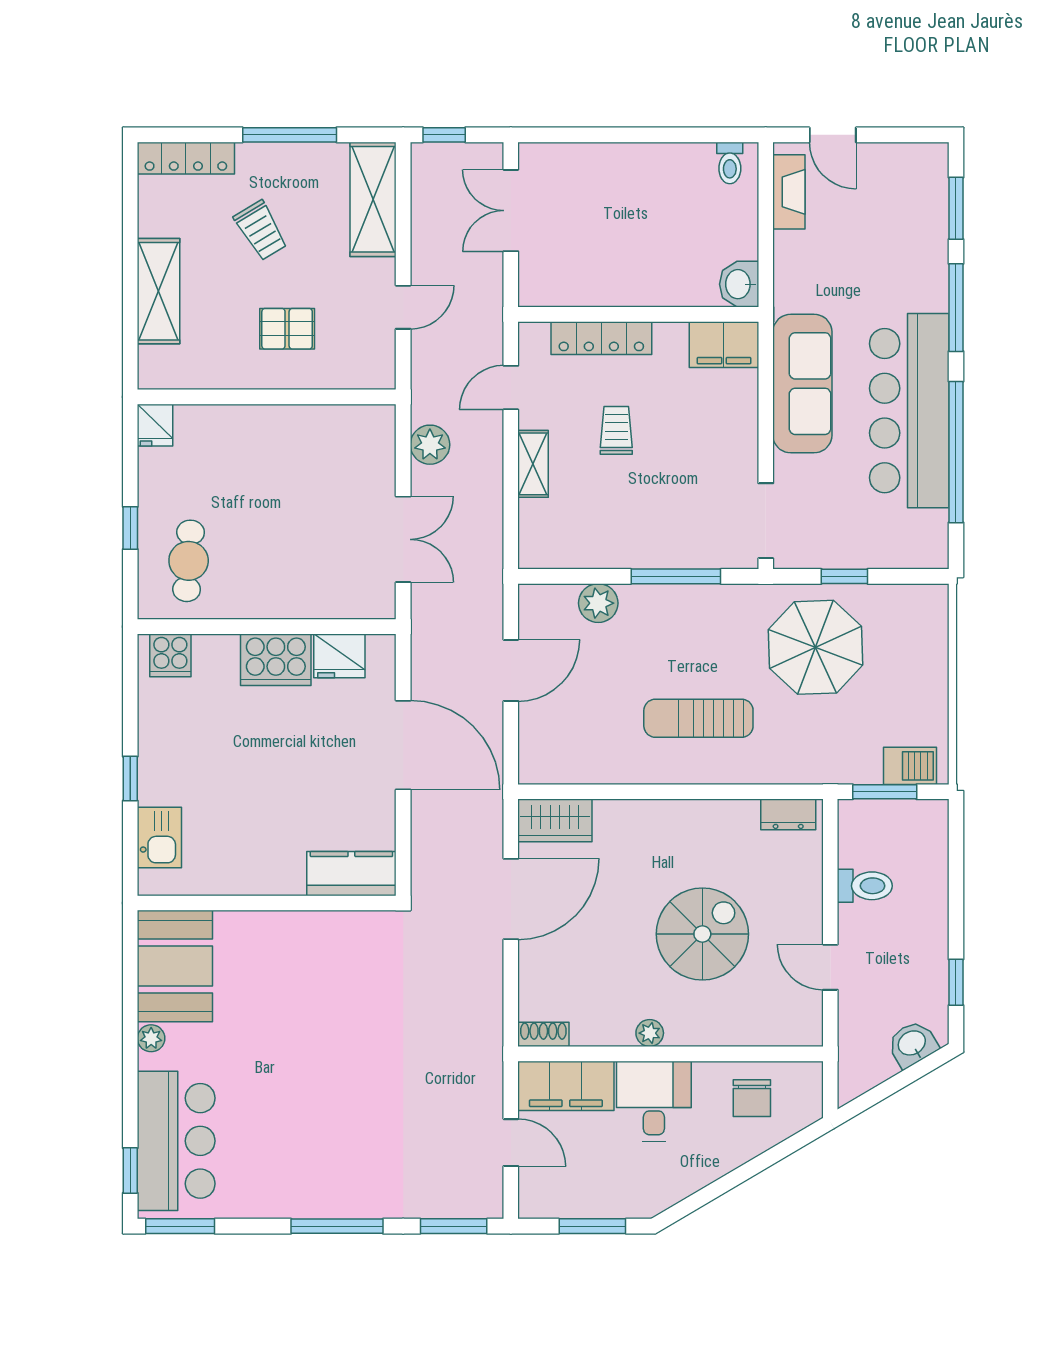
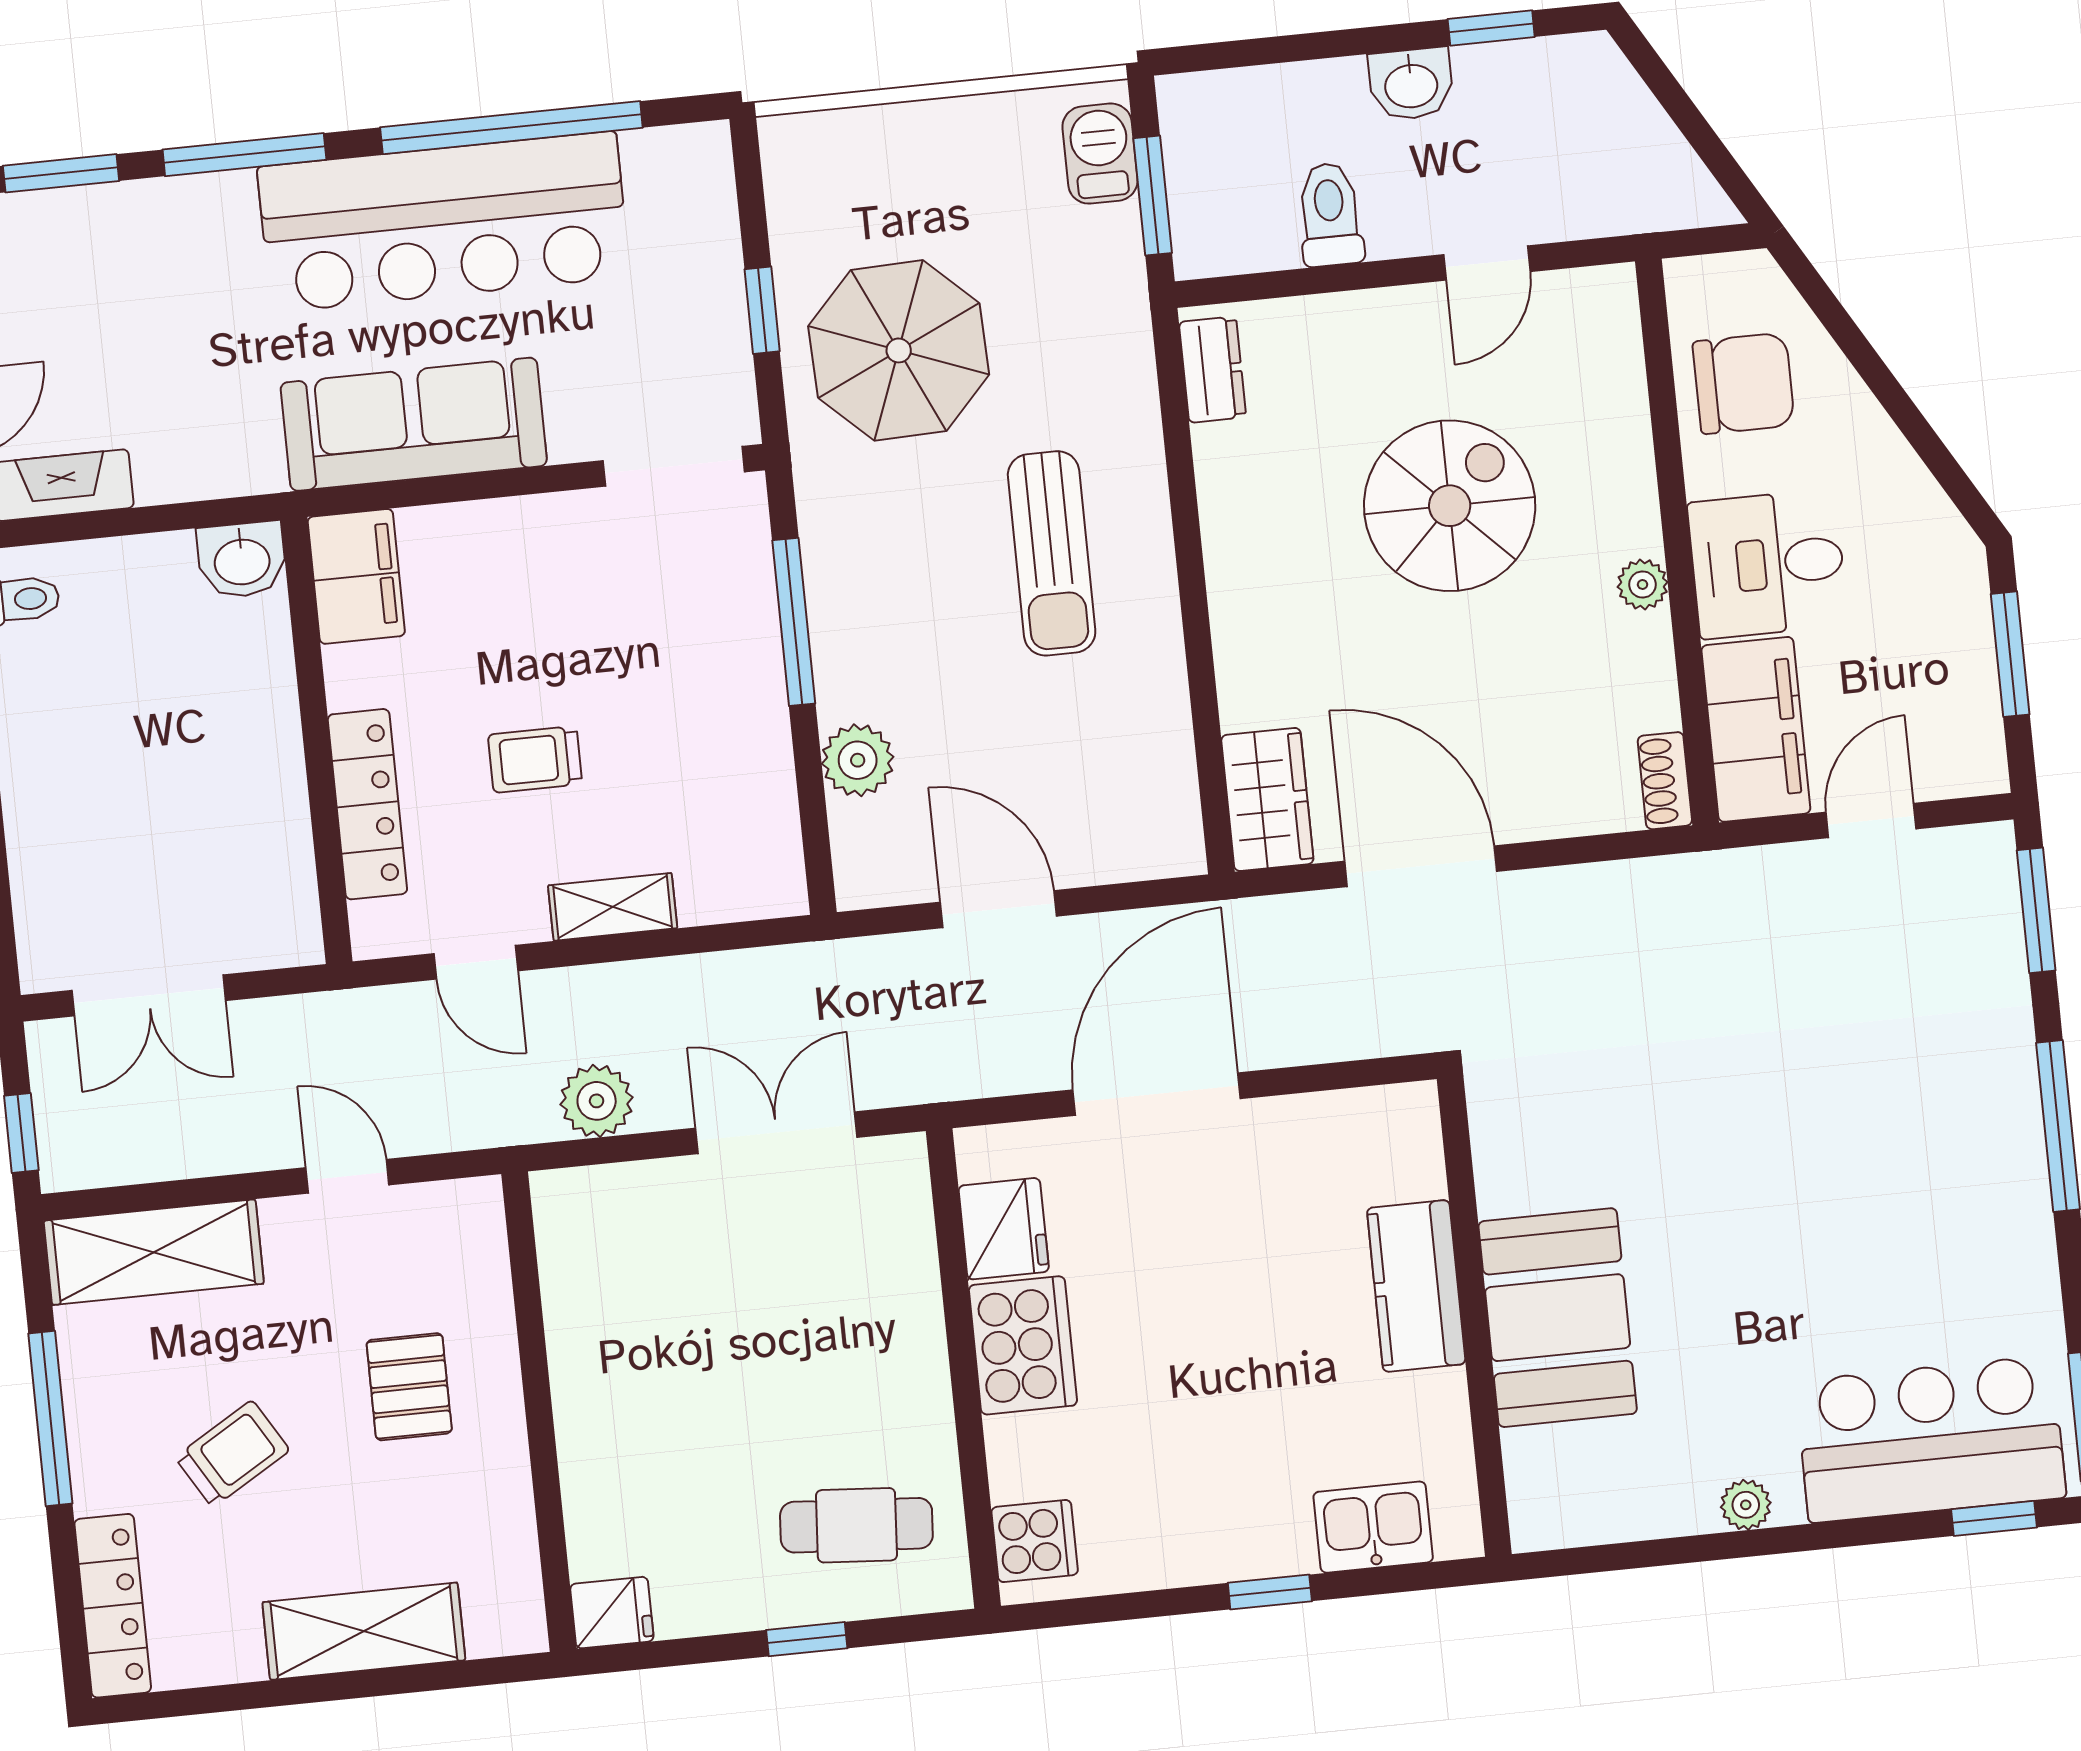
kitchen counter: (351, 874) -> (1416, 1286), moved
spiral stairs: (702, 934) -> (1450, 506), turned 90
booth: (175, 966) -> (1558, 1318), moved, turned 90
washbasin: (912, 1044) -> (1411, 84), moved, turned -60
chair: (752, 1098) -> (1744, 383), width x1.37, depth x1.37

